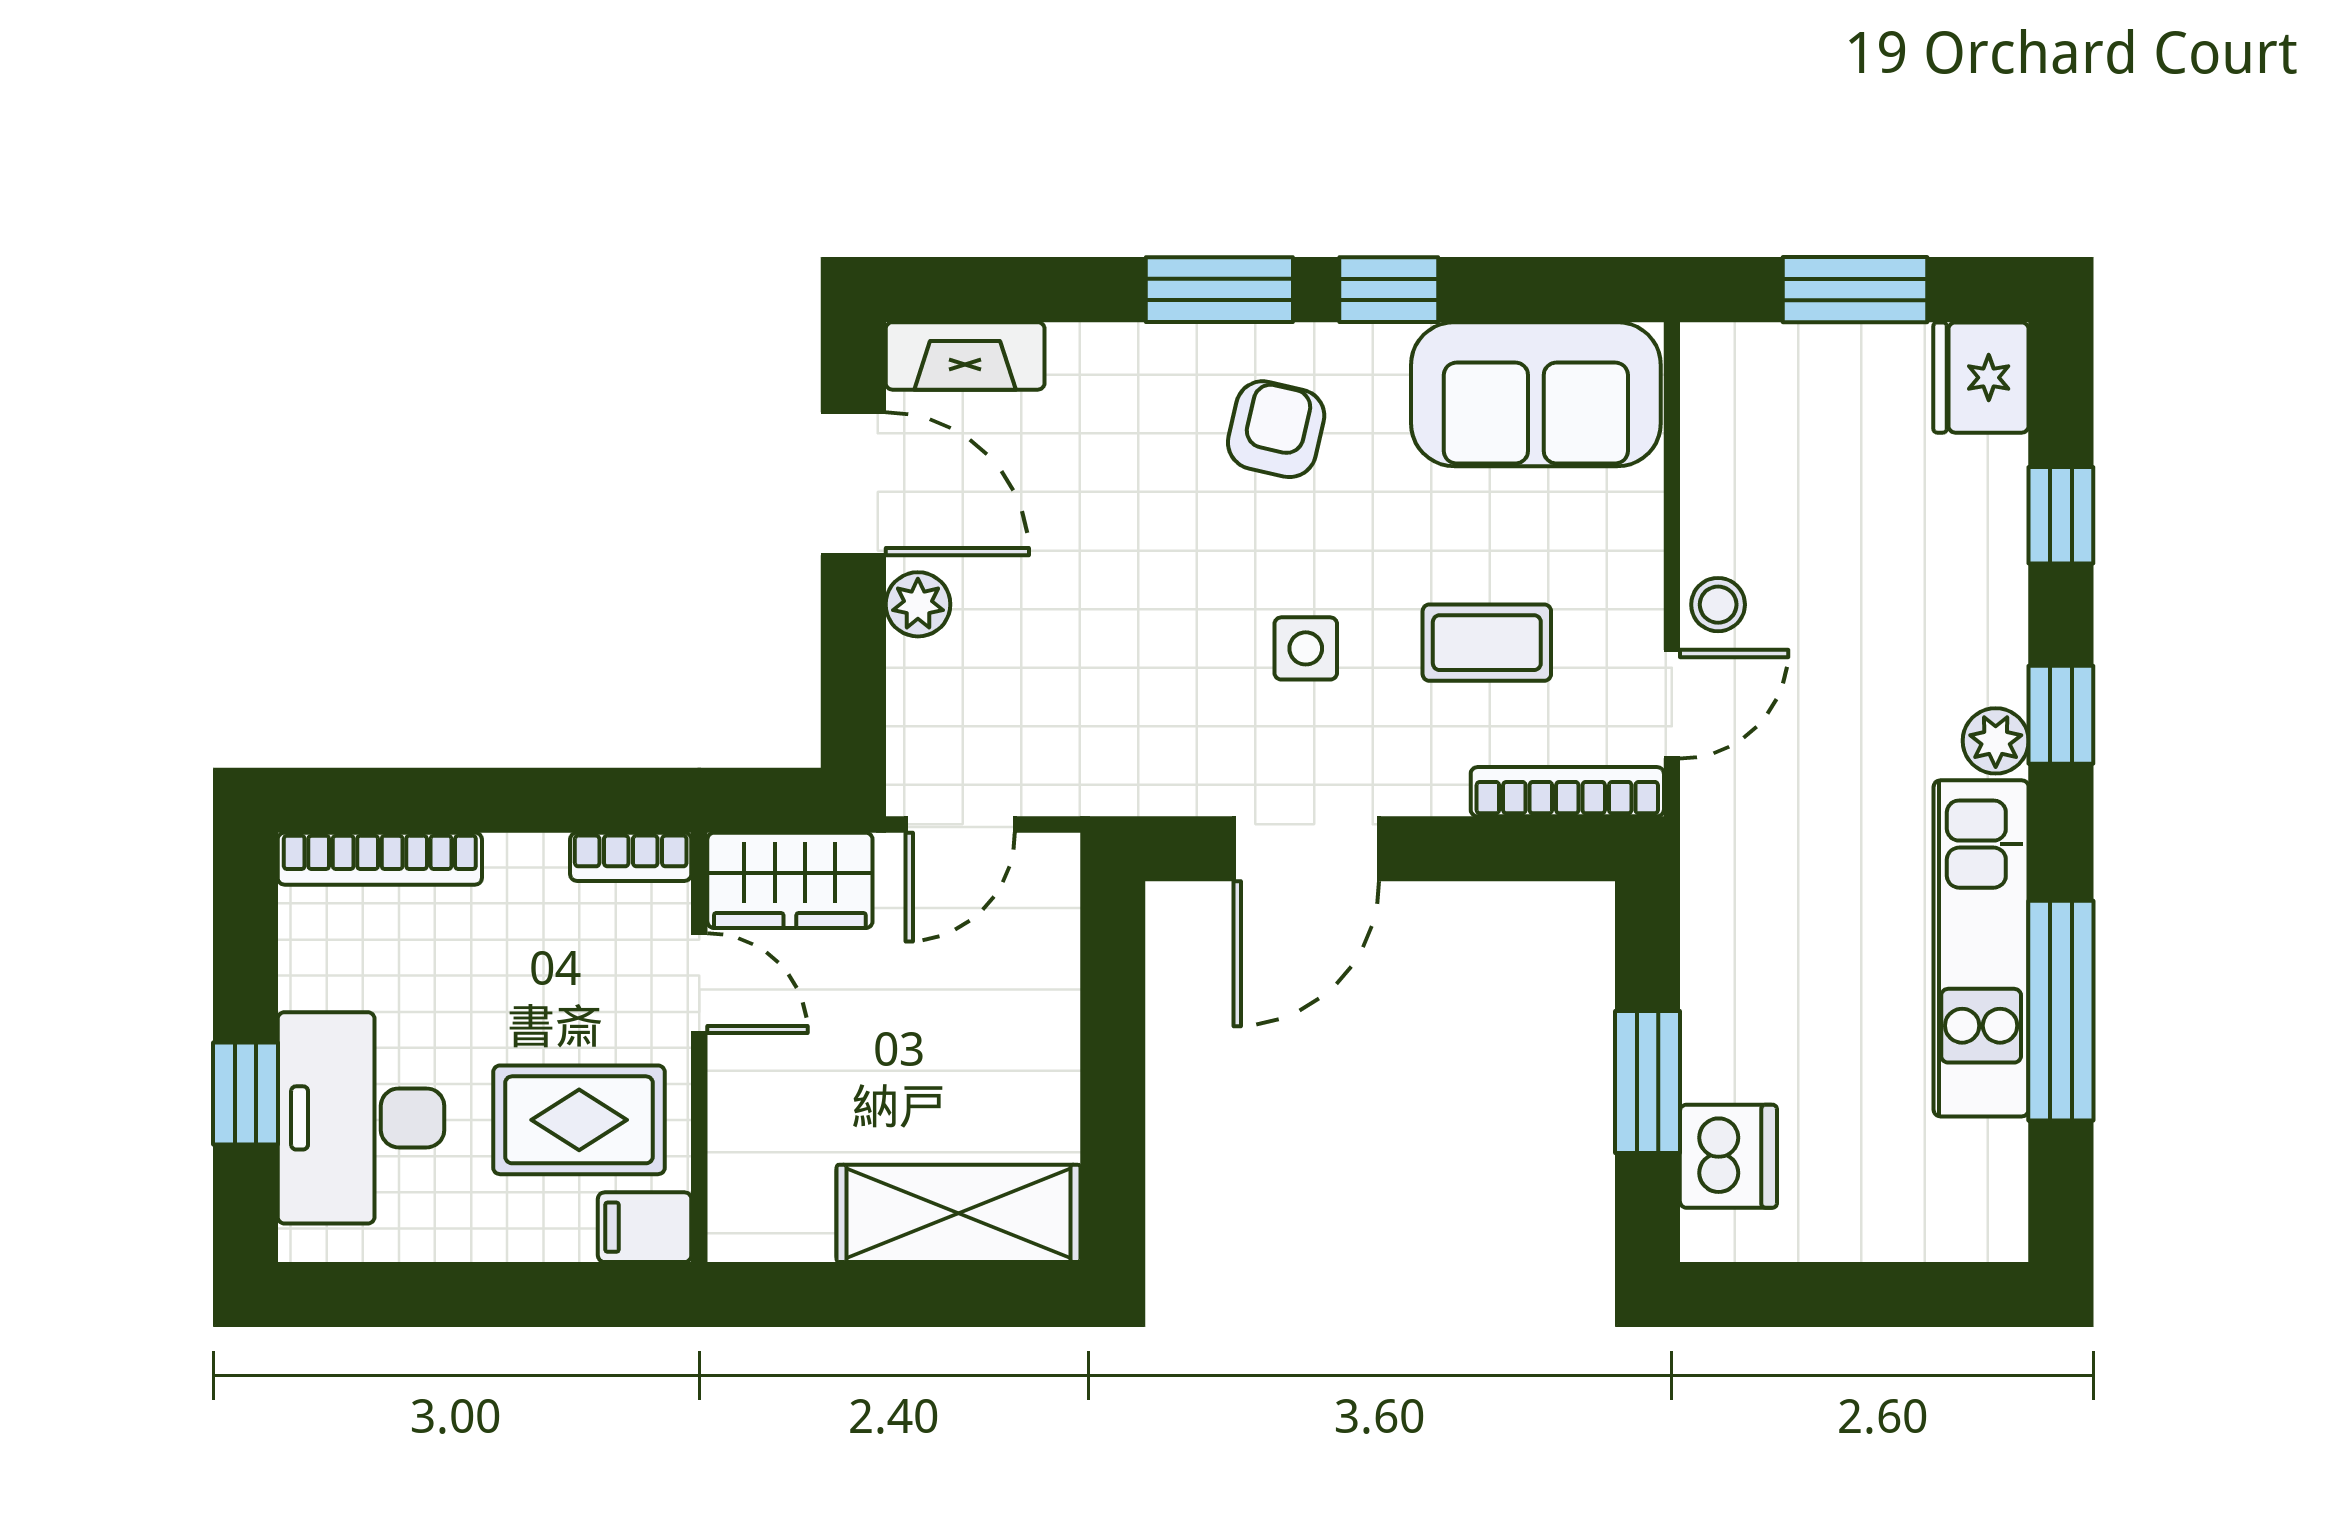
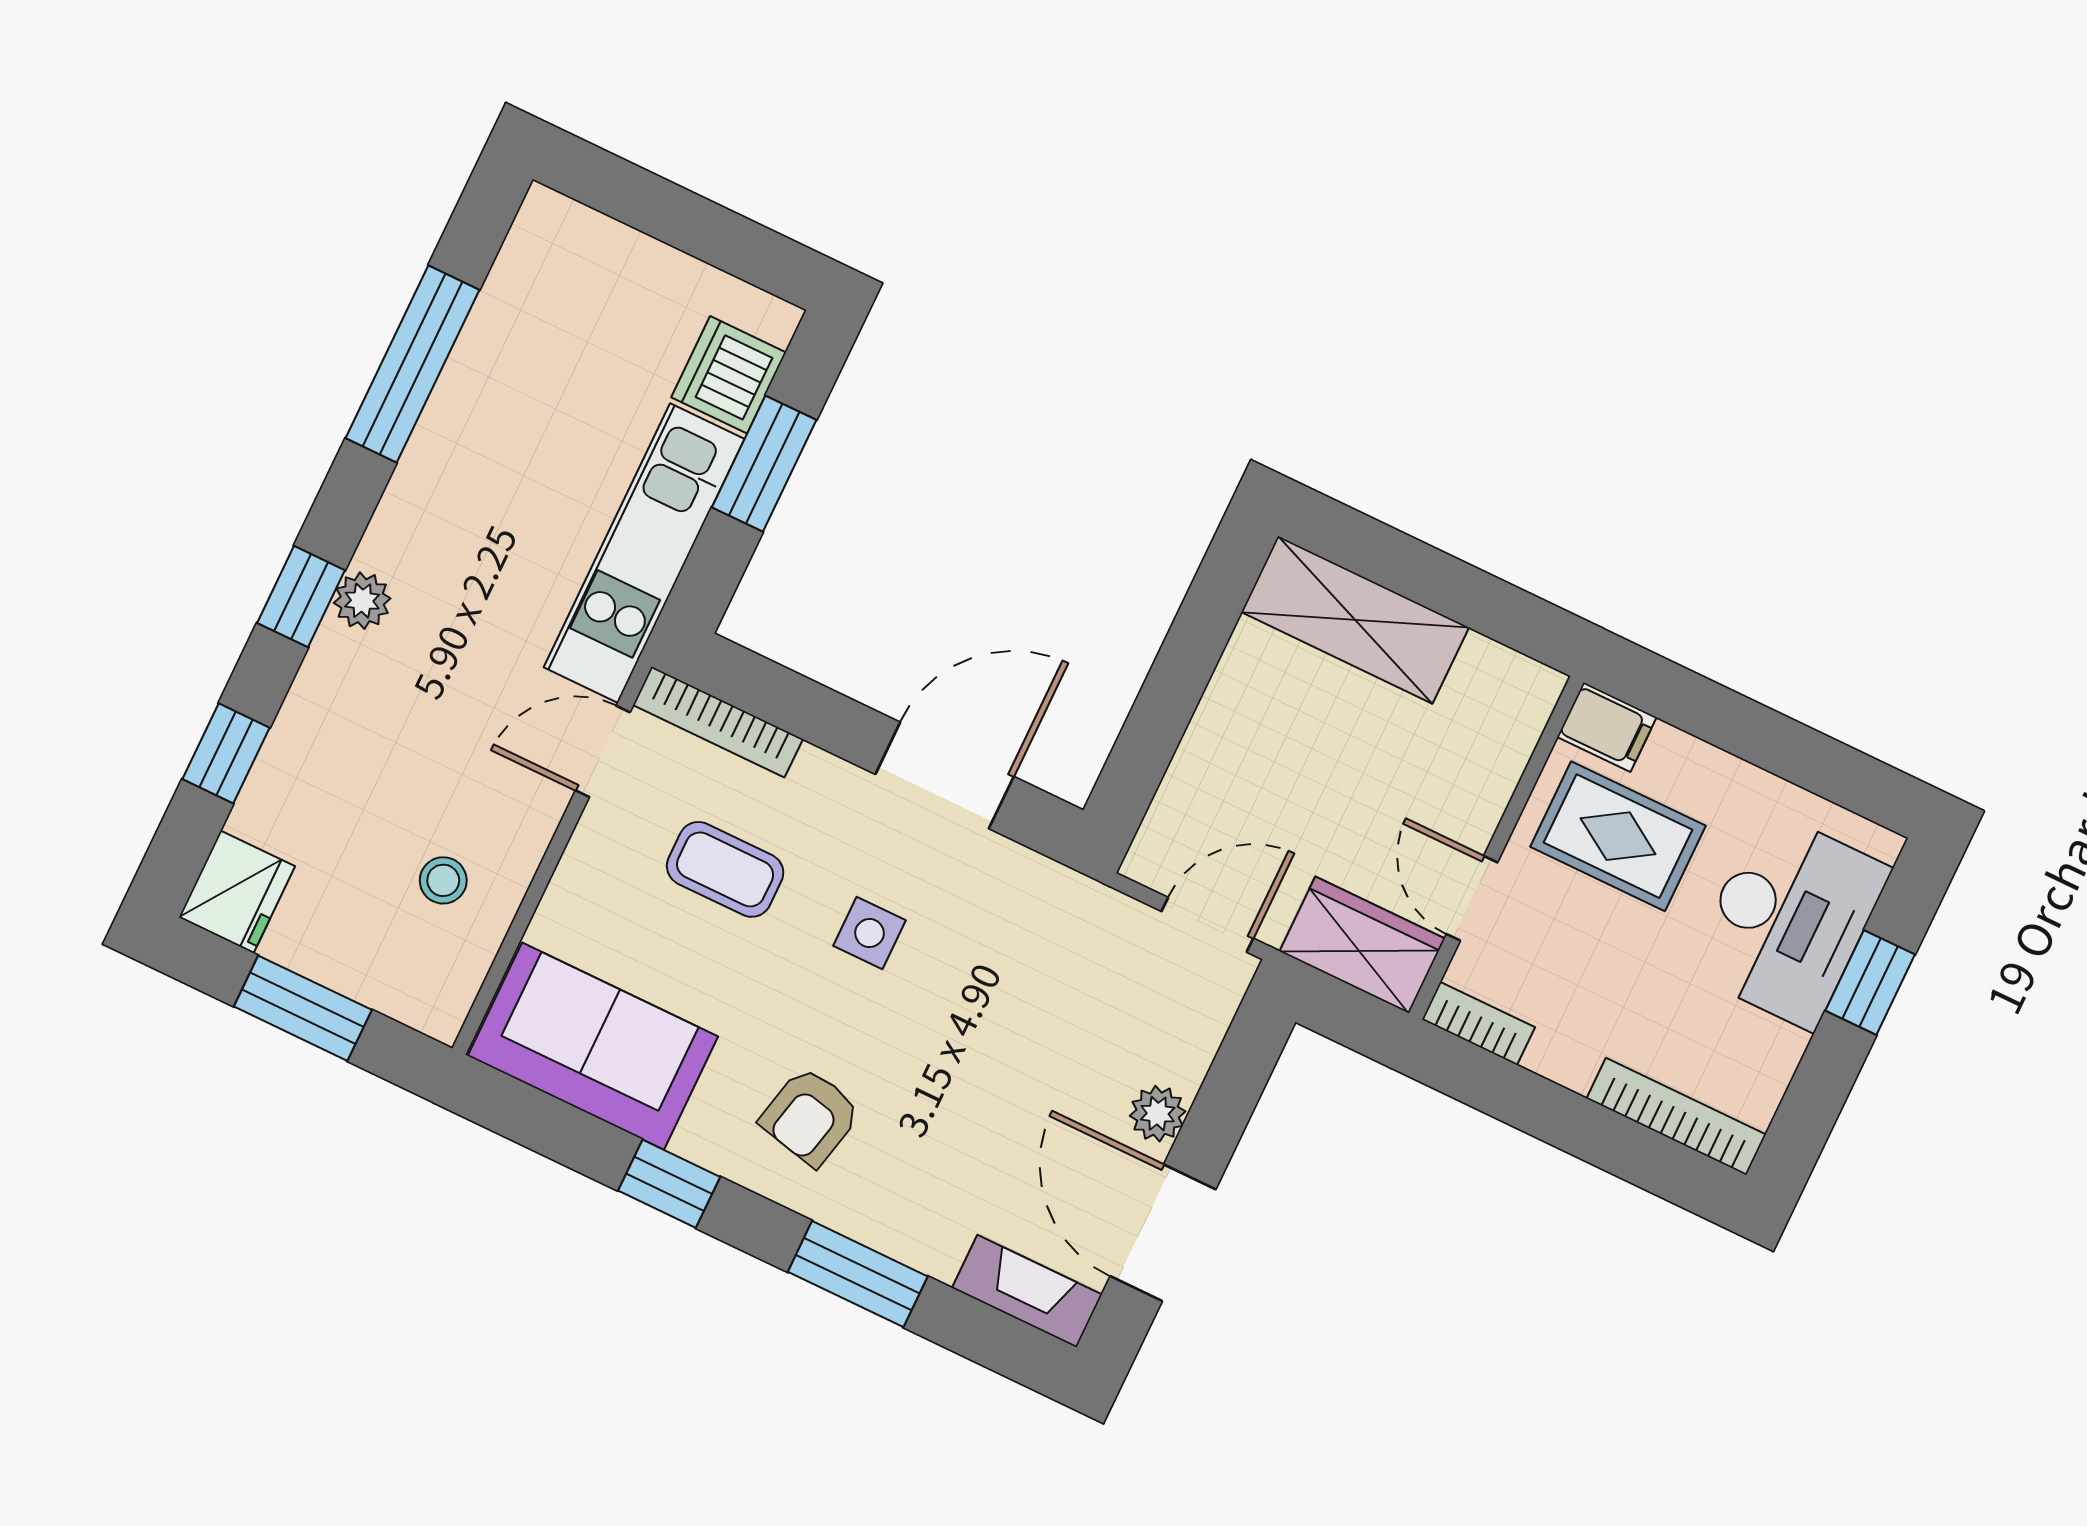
window: (1219, 290) -> (858, 1274), moved
stool: (1718, 605) -> (443, 880), moved
kitchen unit: (1981, 948) -> (644, 553), moved, turned 180

